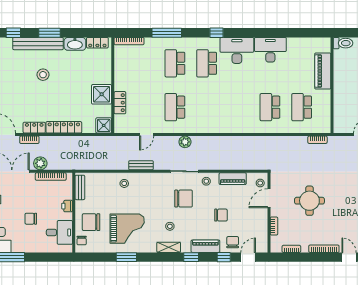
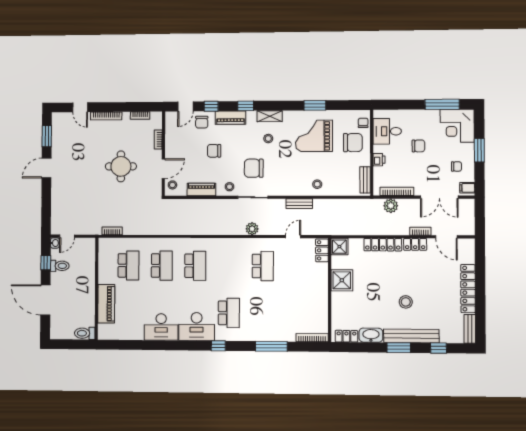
school desk: (175, 63) -> (195, 266), moved
locker: (120, 103) -> (322, 250), moved
plant: (40, 163) -> (391, 206), moved

